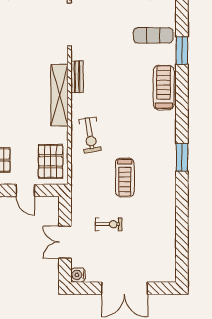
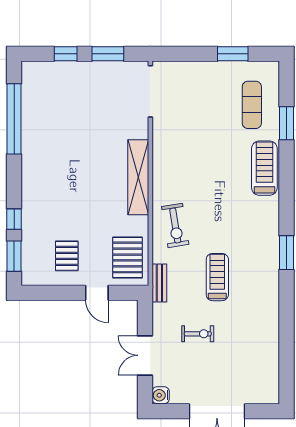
exercise mat: (153, 35) -> (252, 105), turned 90
bench: (77, 77) -> (159, 283), moved
treadmill: (125, 177) -> (217, 277), turned 180

